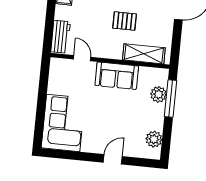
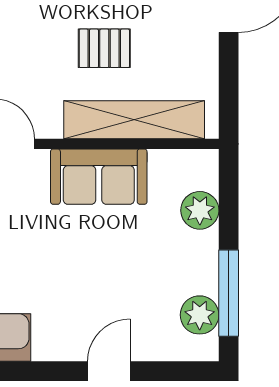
shelving: (144, 54) -> (134, 120), width x1.47
window: (171, 99) -> (229, 293), moved

